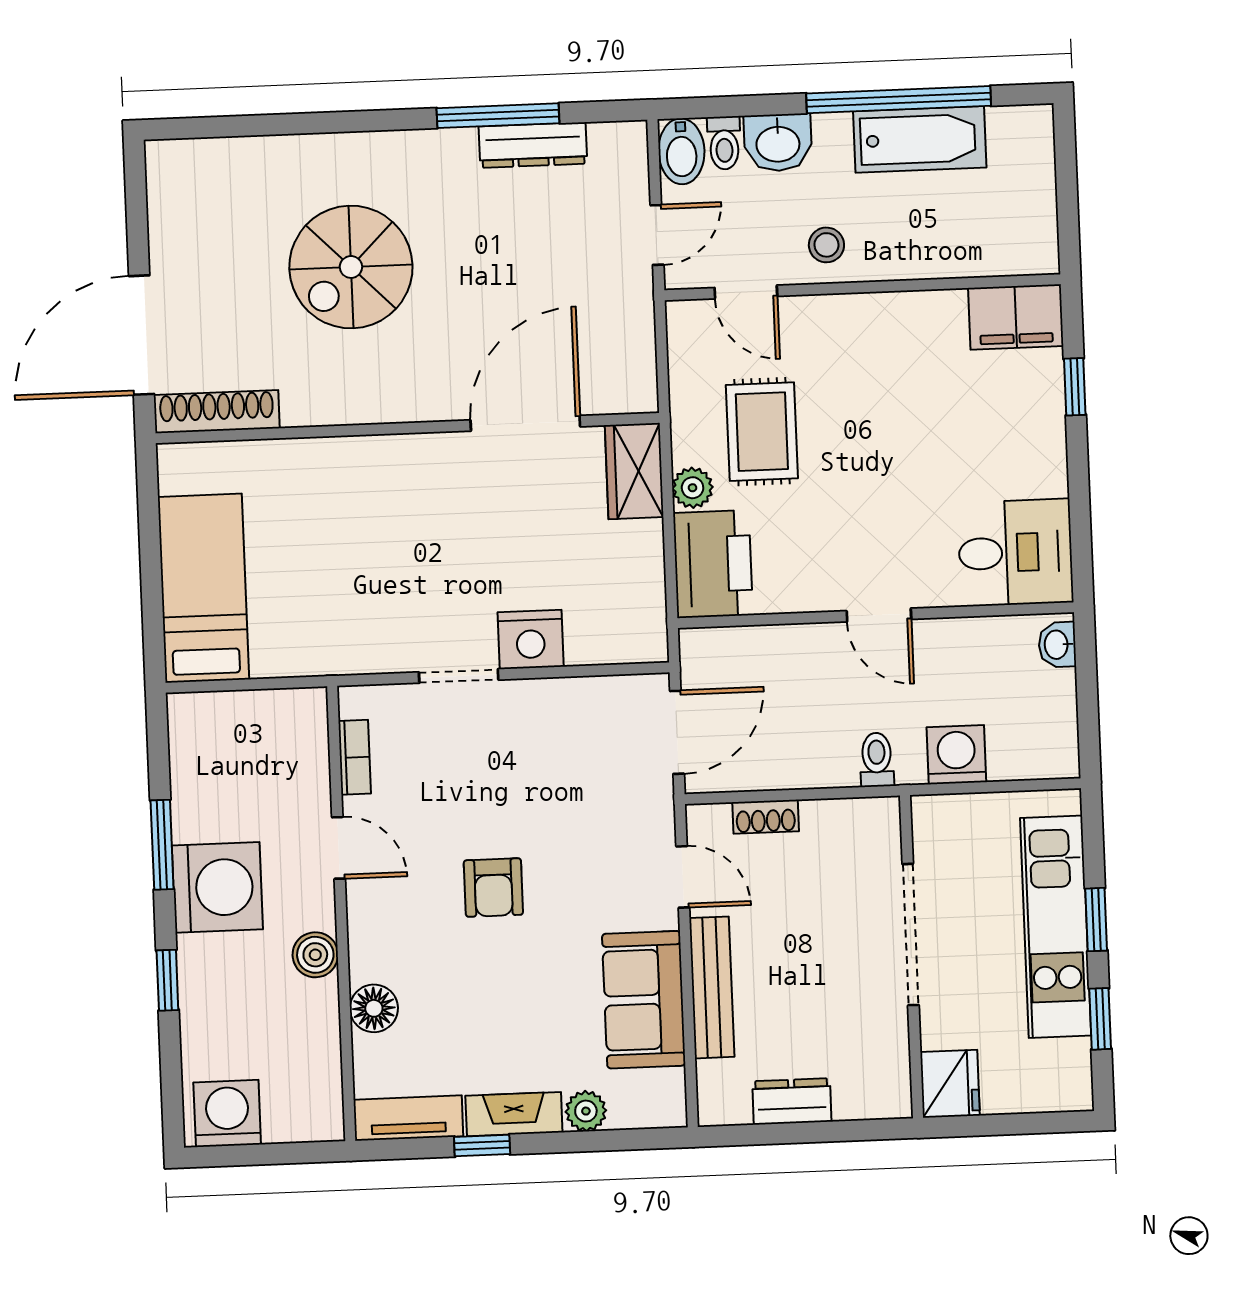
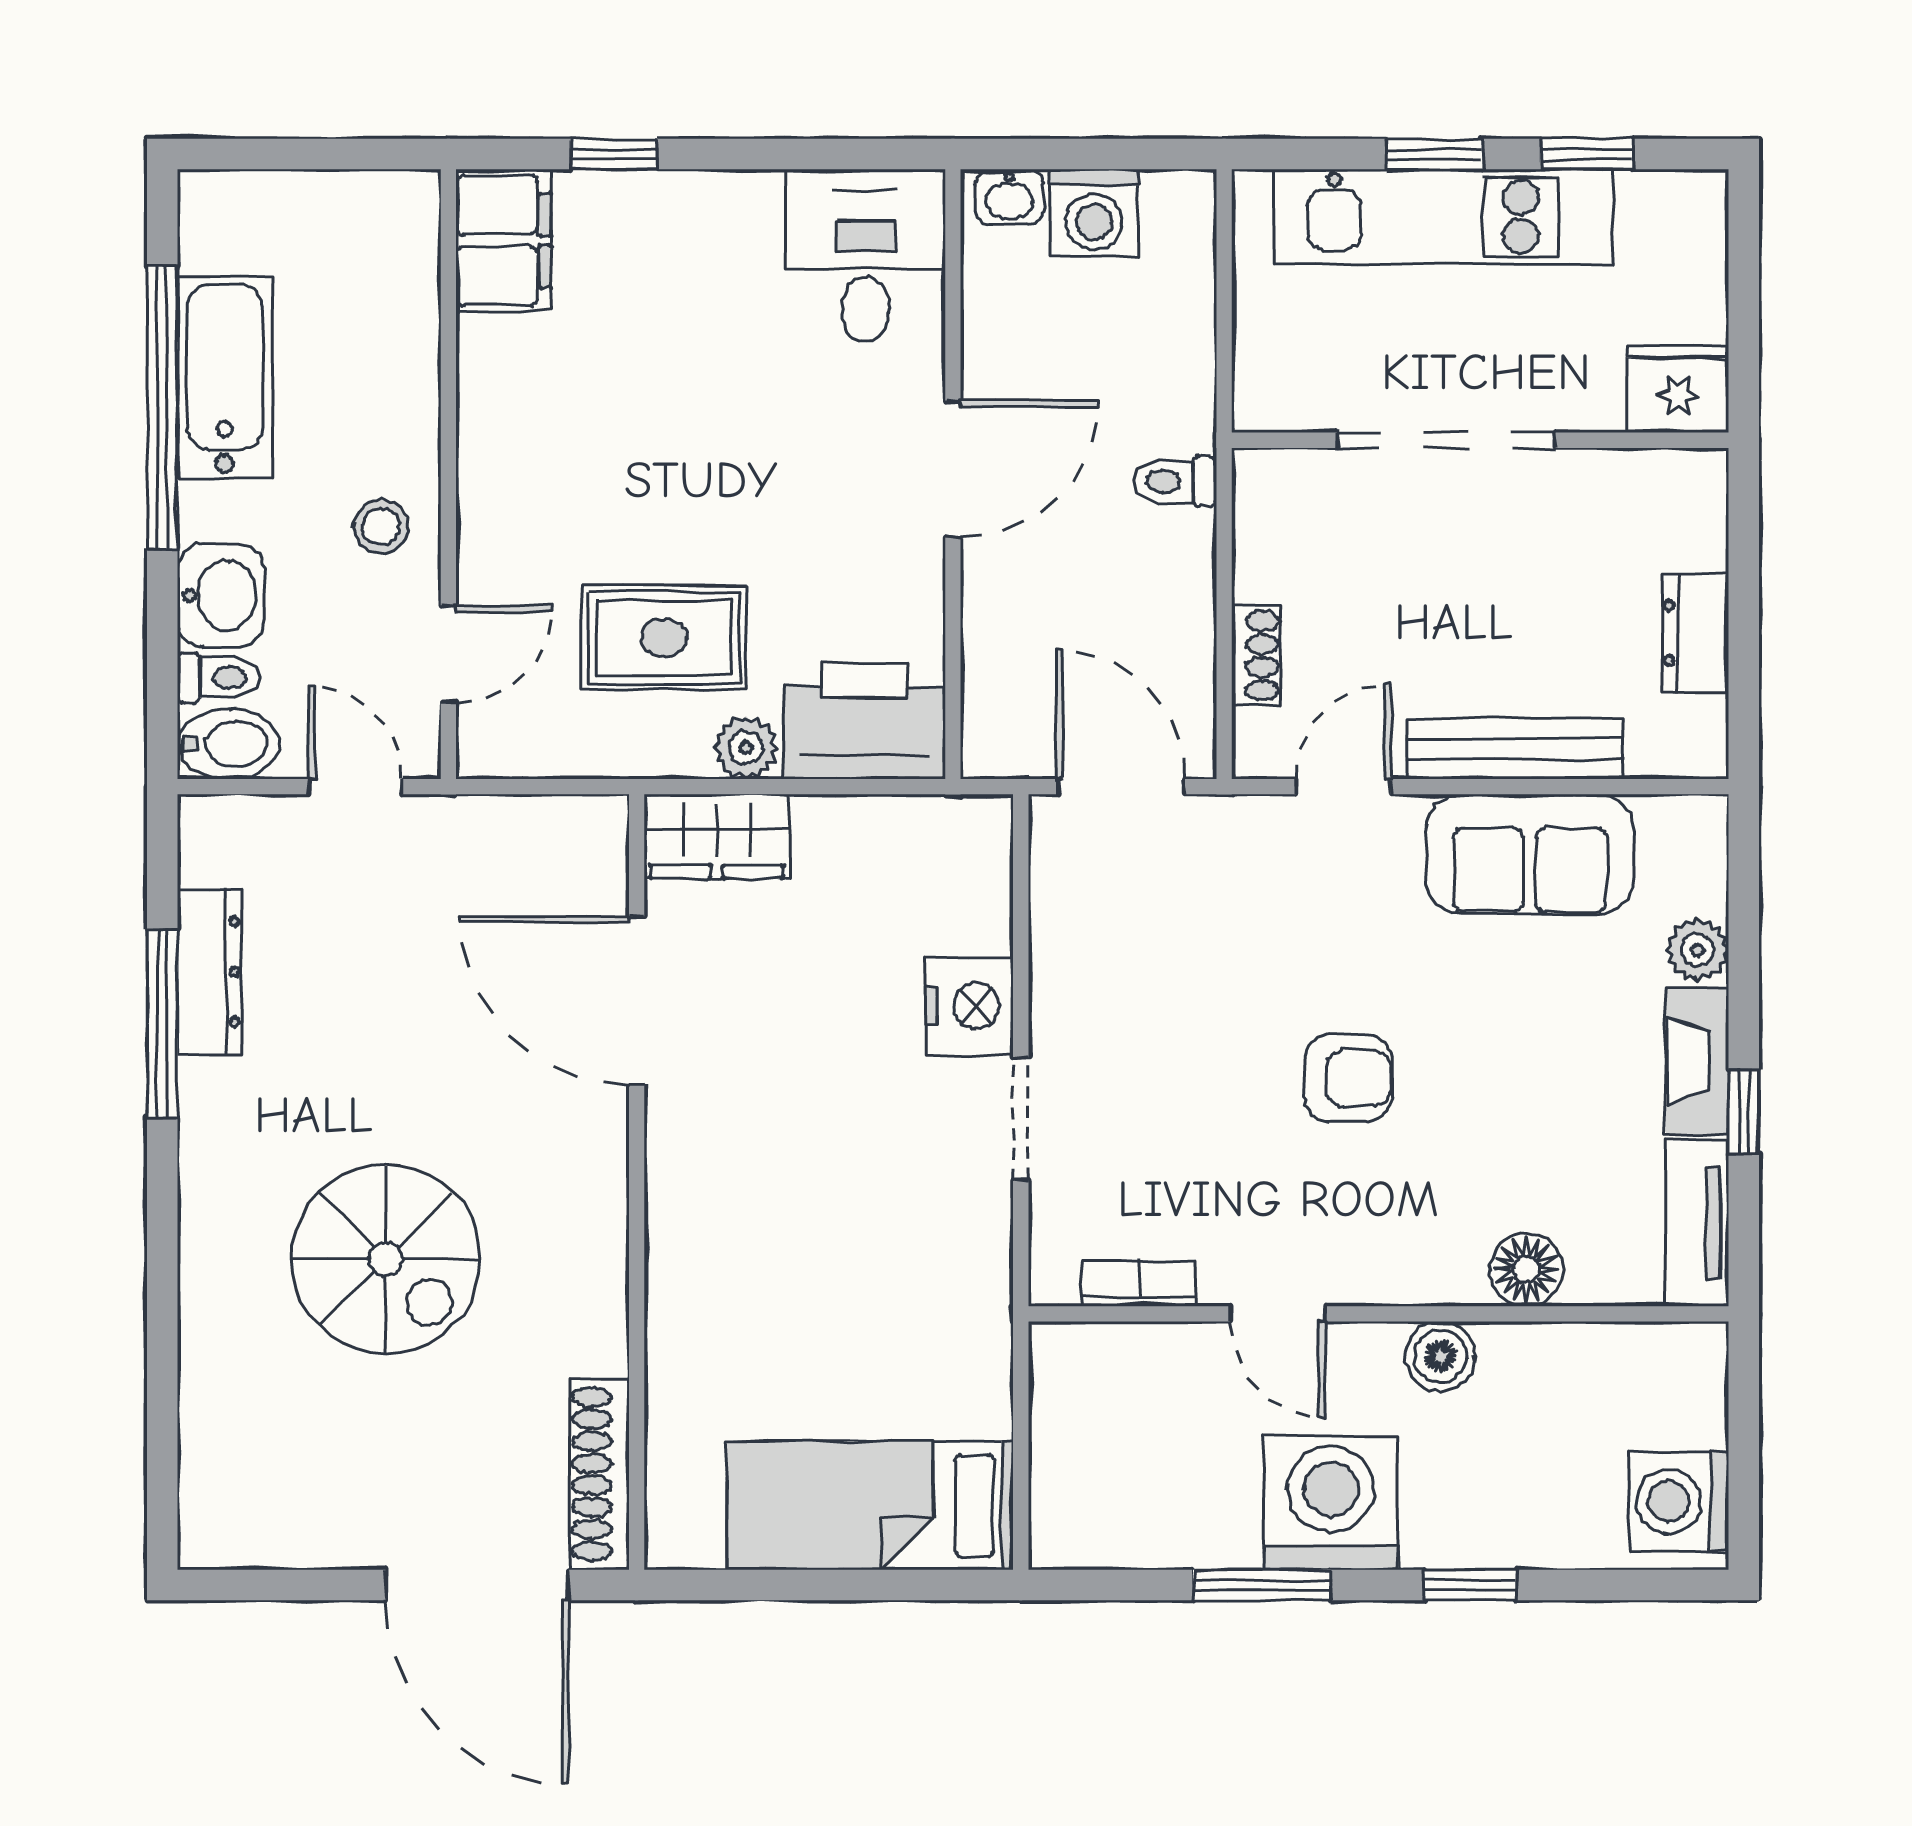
door: (879, 615) -> (953, 469), width x1.38
washing machine: (956, 755) -> (1094, 213), moved, turned -90
door: (339, 848) -> (1278, 1314), swing flipped

